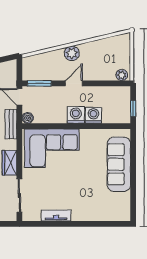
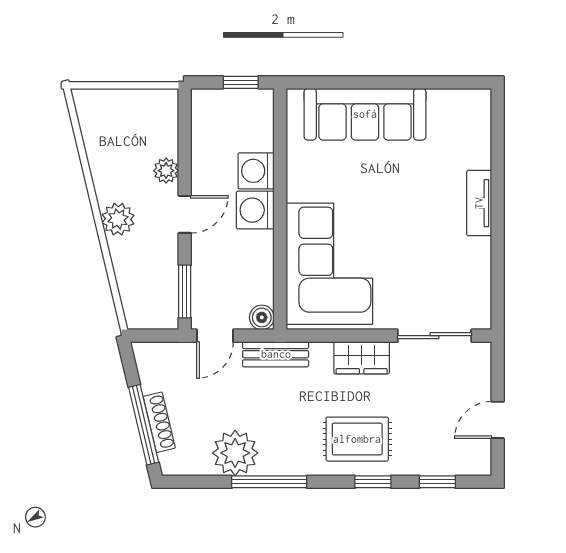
plant: (122, 75) -> (166, 171), moved
door: (74, 83) -> (185, 214), swing flipped
tv unit: (56, 216) -> (479, 203), moved

